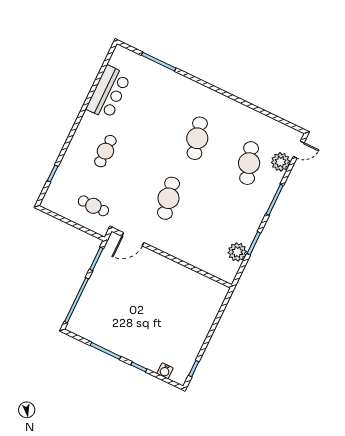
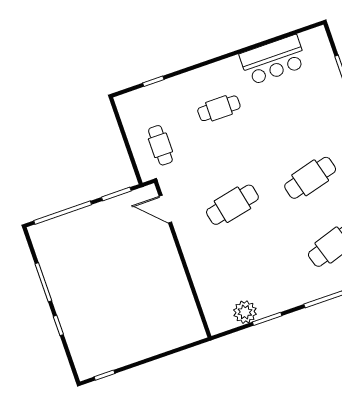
water cooler: (165, 371) -> (78, 352), removed

